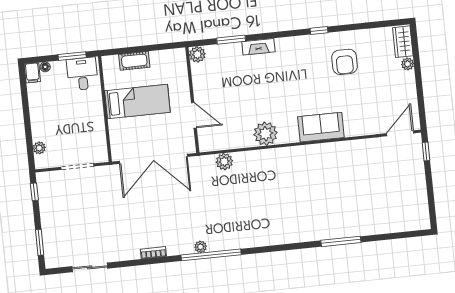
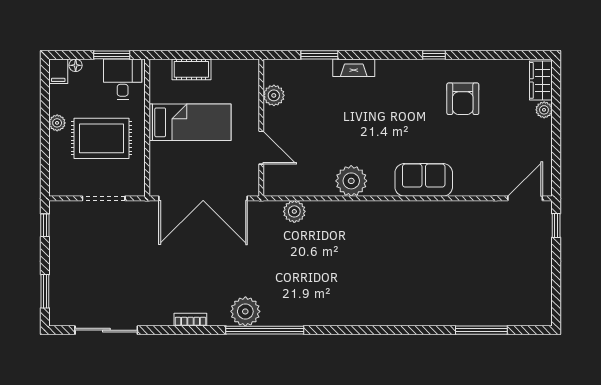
plant: (197, 54) -> (274, 95), moved
rug: (71, 121) -> (101, 138), added
plant: (39, 148) -> (57, 123), moved
window: (341, 241) -> (481, 330), moved
plant: (201, 247) -> (245, 311), width x1.88, depth x1.88
sliding door: (90, 267) -> (106, 330), width x1.37

